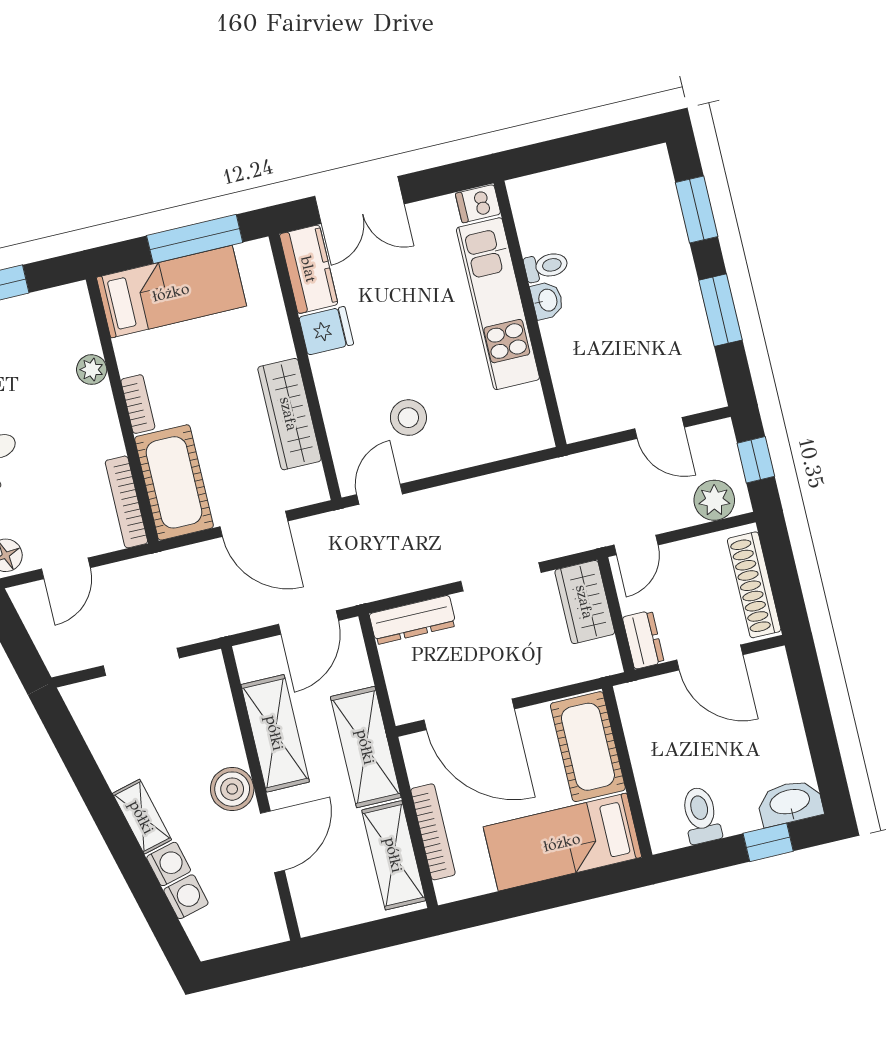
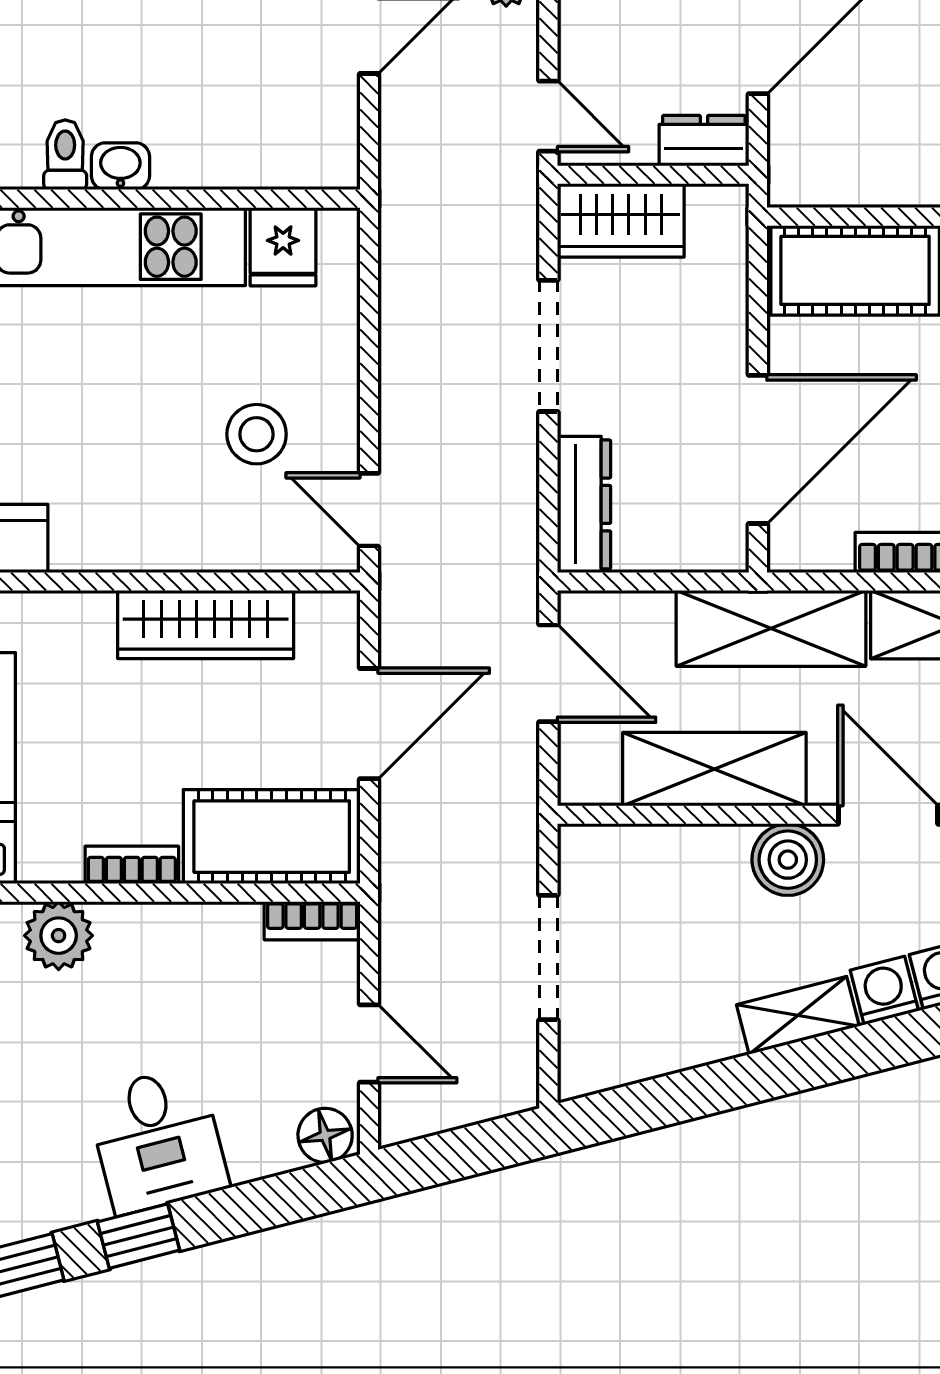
fridge: (326, 331) -> (283, 247), moved, turned 180
plant: (92, 370) -> (59, 936), width x1.38, depth x1.38
bookcase: (126, 502) -> (312, 921), width x0.64

